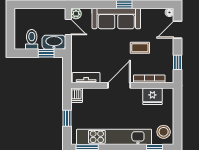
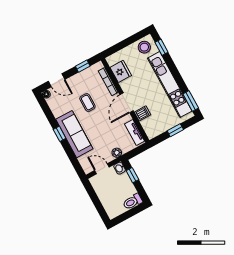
plant: (76, 14) -> (117, 153), moved
door: (68, 27) -> (102, 169), hinge flipped
toilet: (32, 39) -> (133, 202), moved
washbasin: (54, 42) -> (120, 168), width x0.52, depth x0.69
door: (119, 85) -> (126, 103), hinge flipped
dishwasher: (77, 95) -> (143, 113), moved

